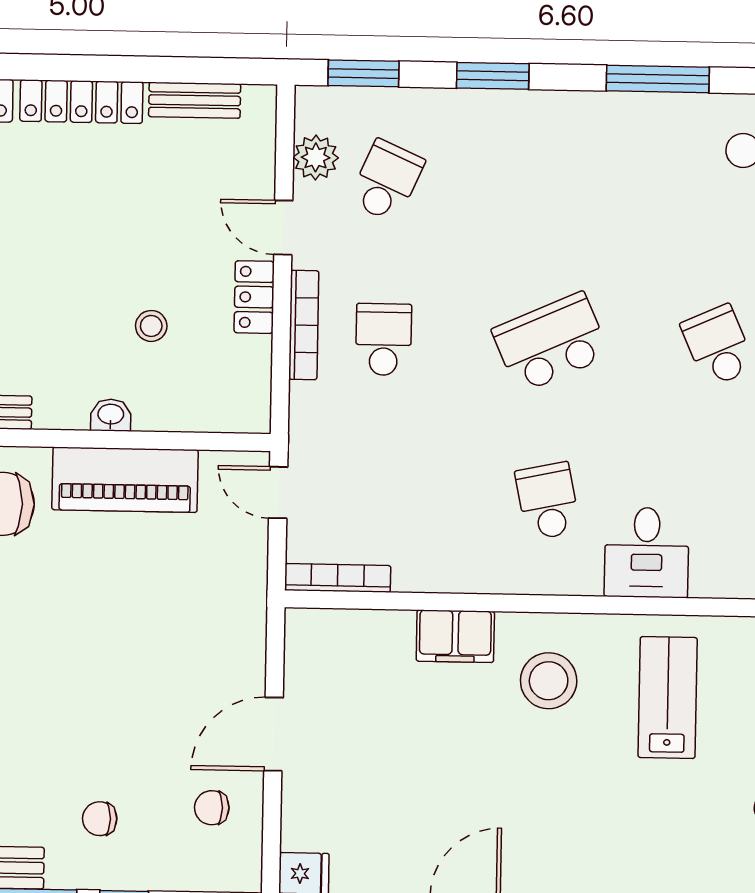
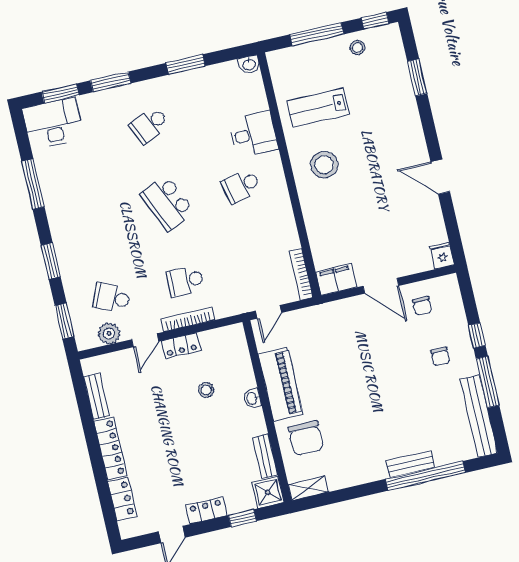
filing cabinet: (455, 636) -> (336, 279), moved, turned -90

